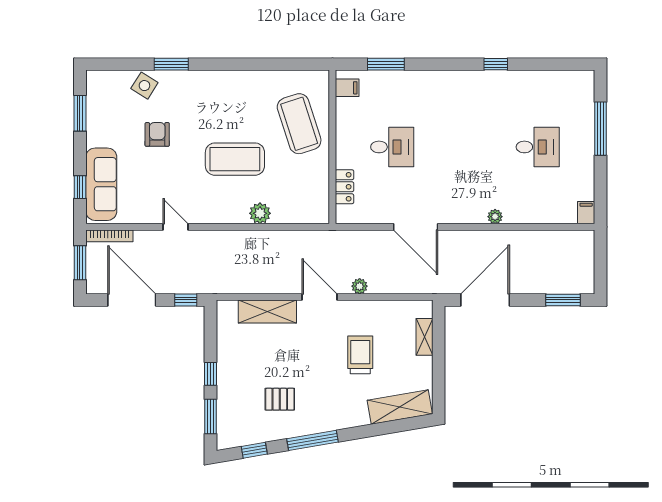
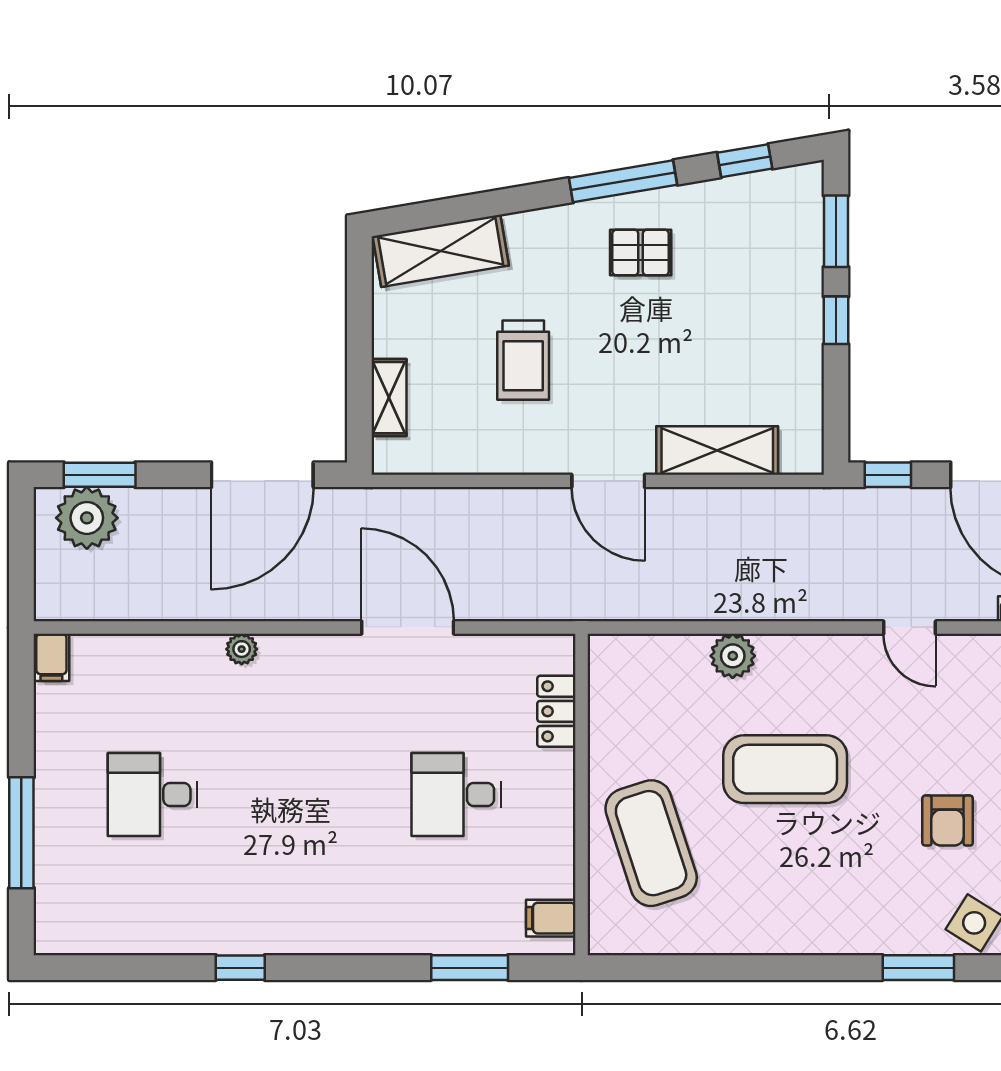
plant: (360, 286) -> (87, 518), moved, width x1.87, depth x1.87
pallet: (280, 399) -> (641, 253), moved

